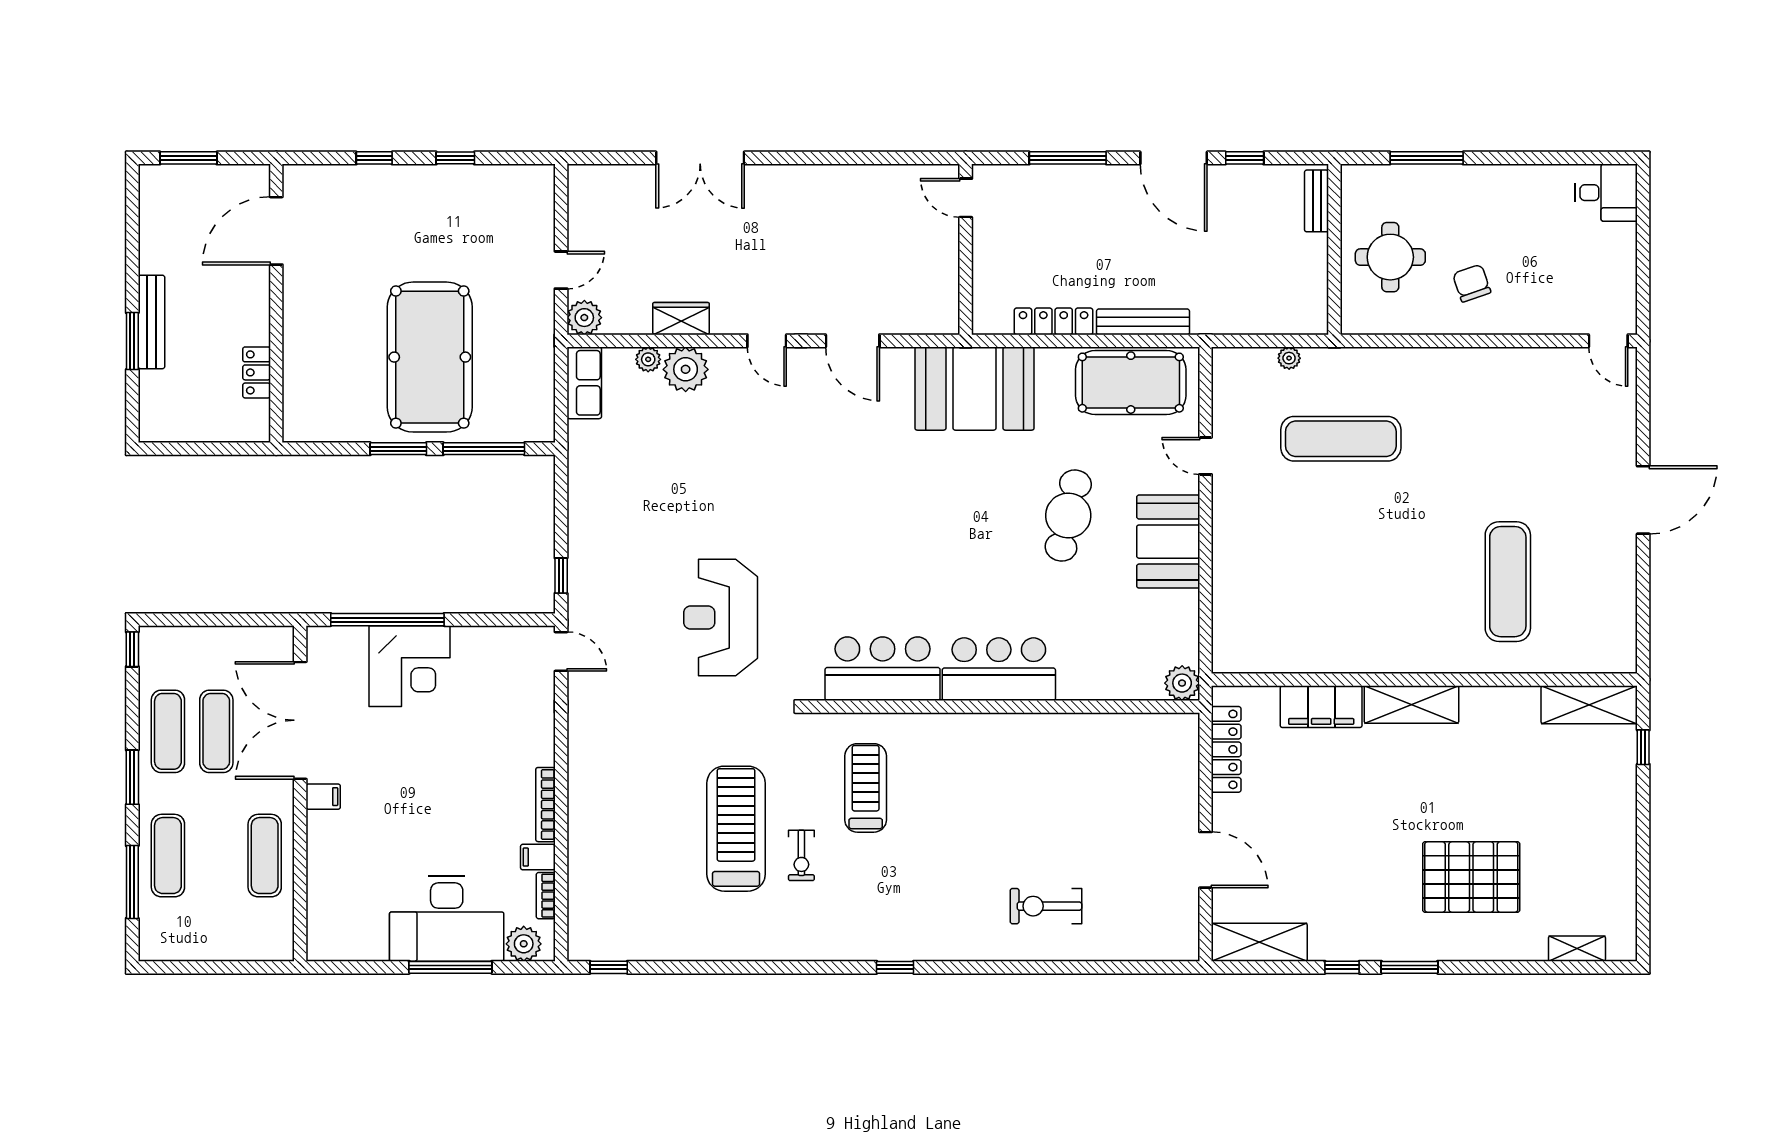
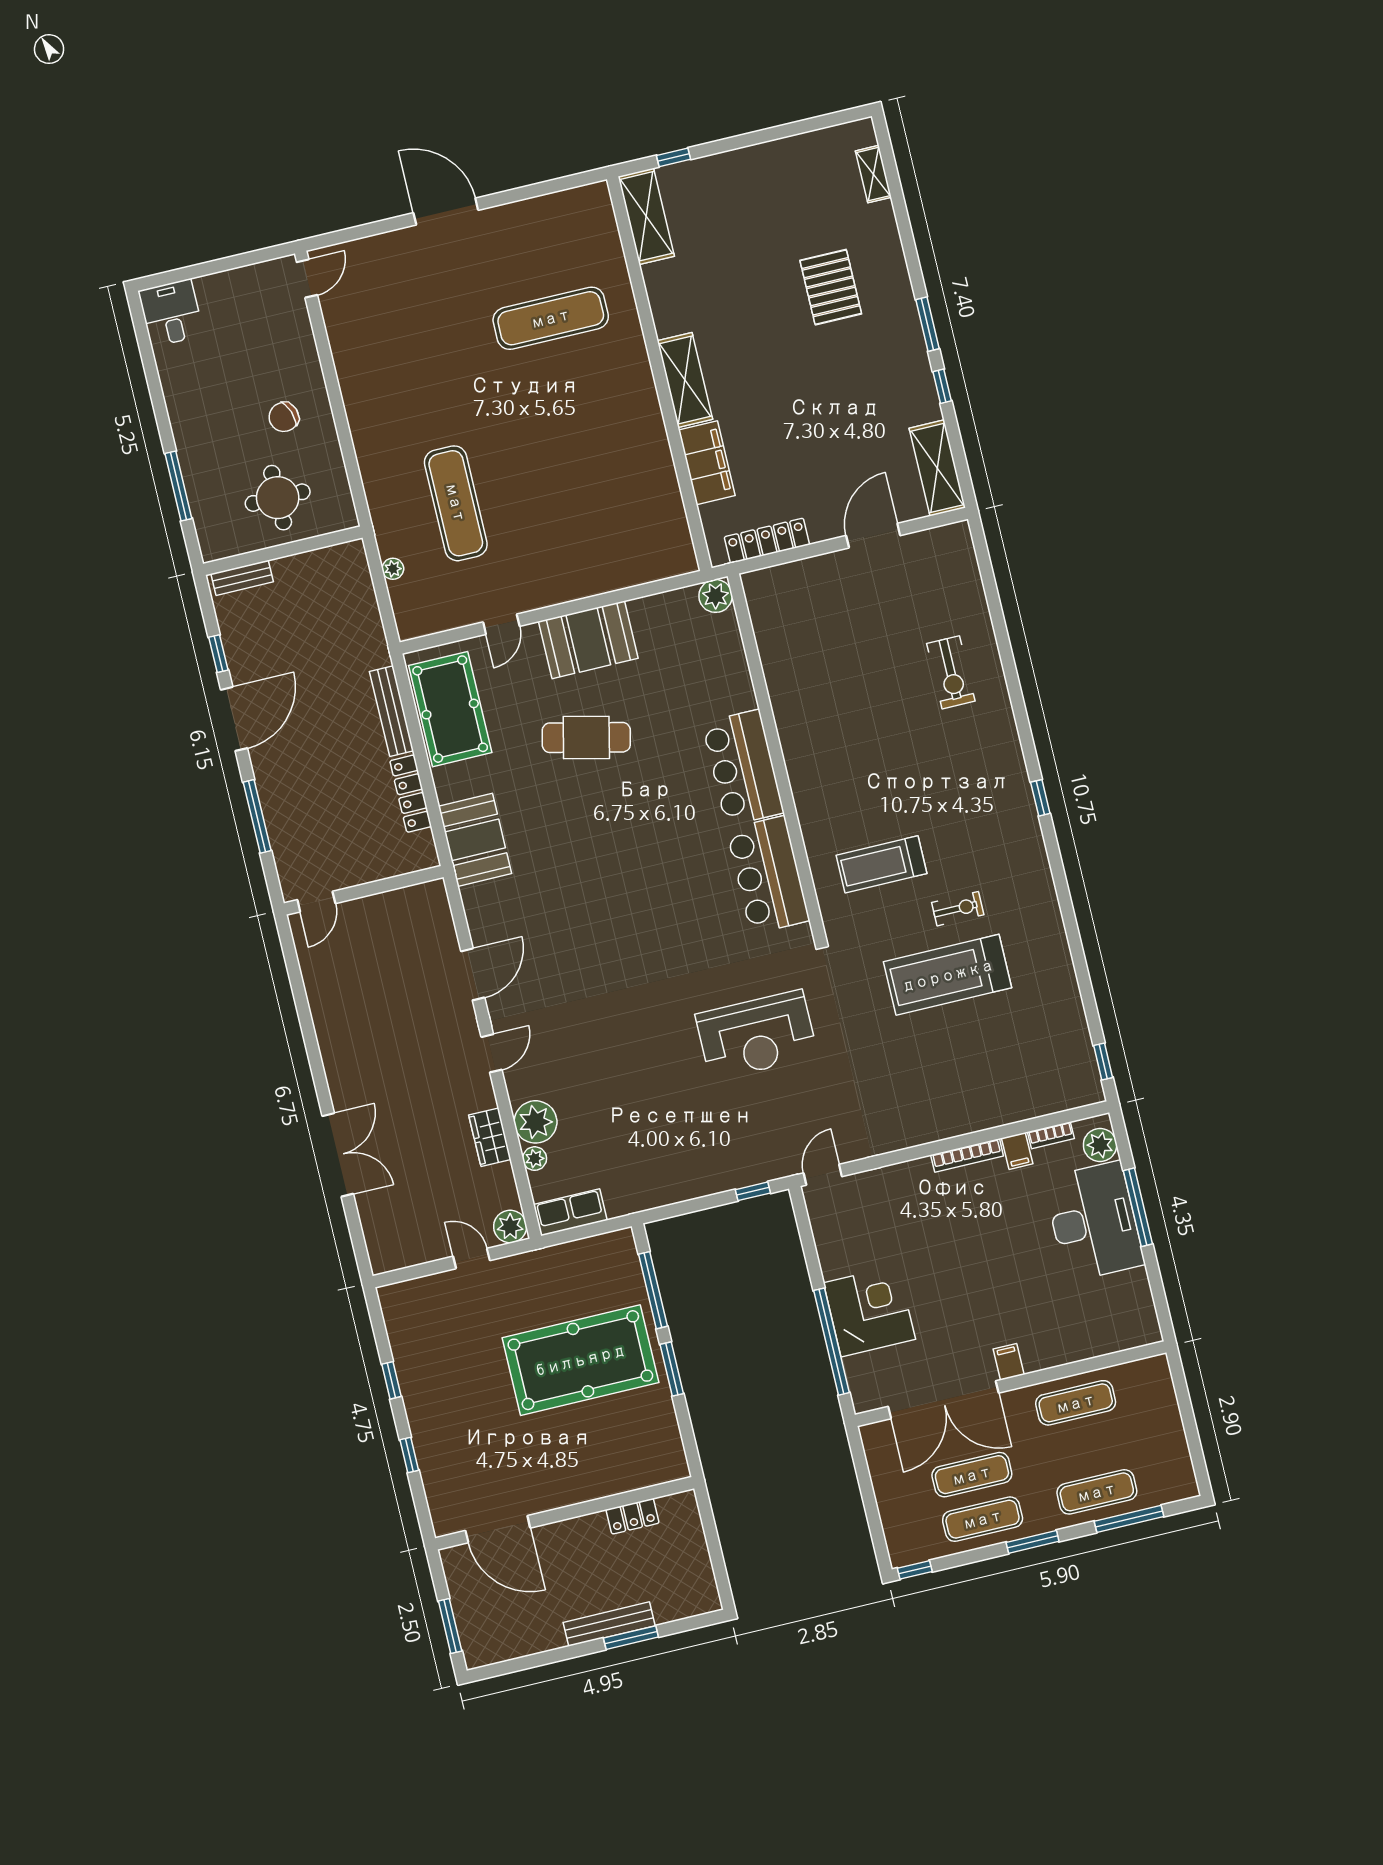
booth: (975, 389) -> (475, 840), width x0.73, depth x0.70
pallet: (1471, 877) -> (831, 287), width x0.73, depth x0.71

